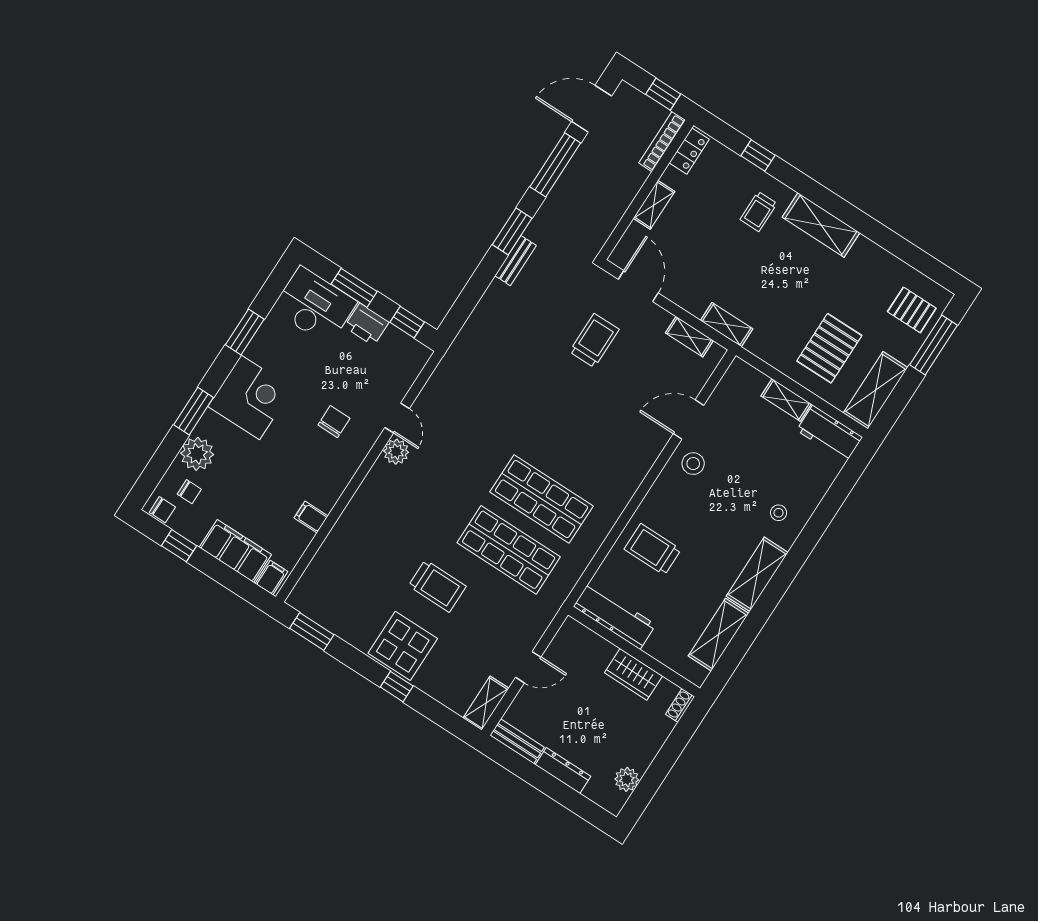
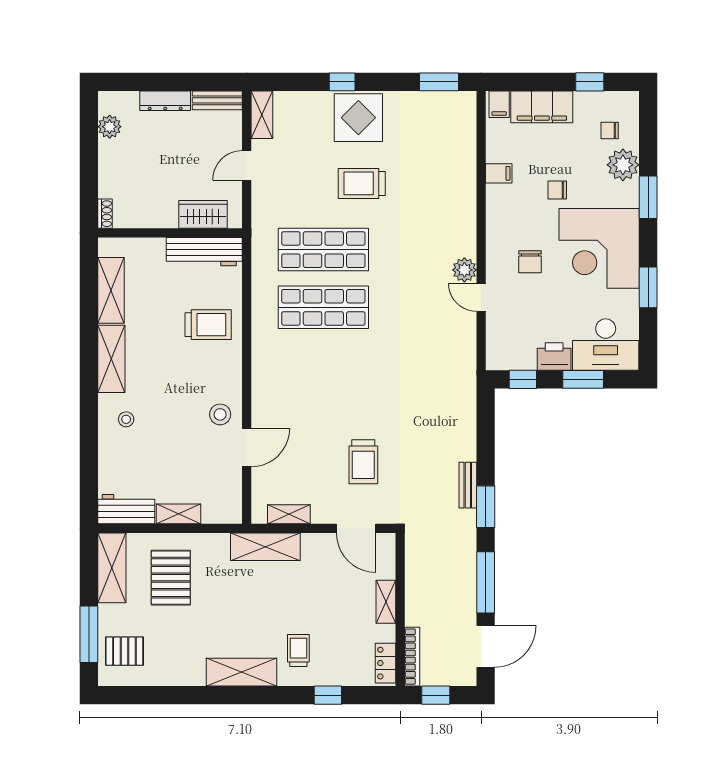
shelving: (727, 325) -> (265, 547), width x1.50, depth x1.33
corner desk: (250, 397) -> (599, 248), width x1.36, depth x1.36
chair: (162, 510) -> (557, 190), moved
wardrobe: (633, 674) -> (203, 214), moved

